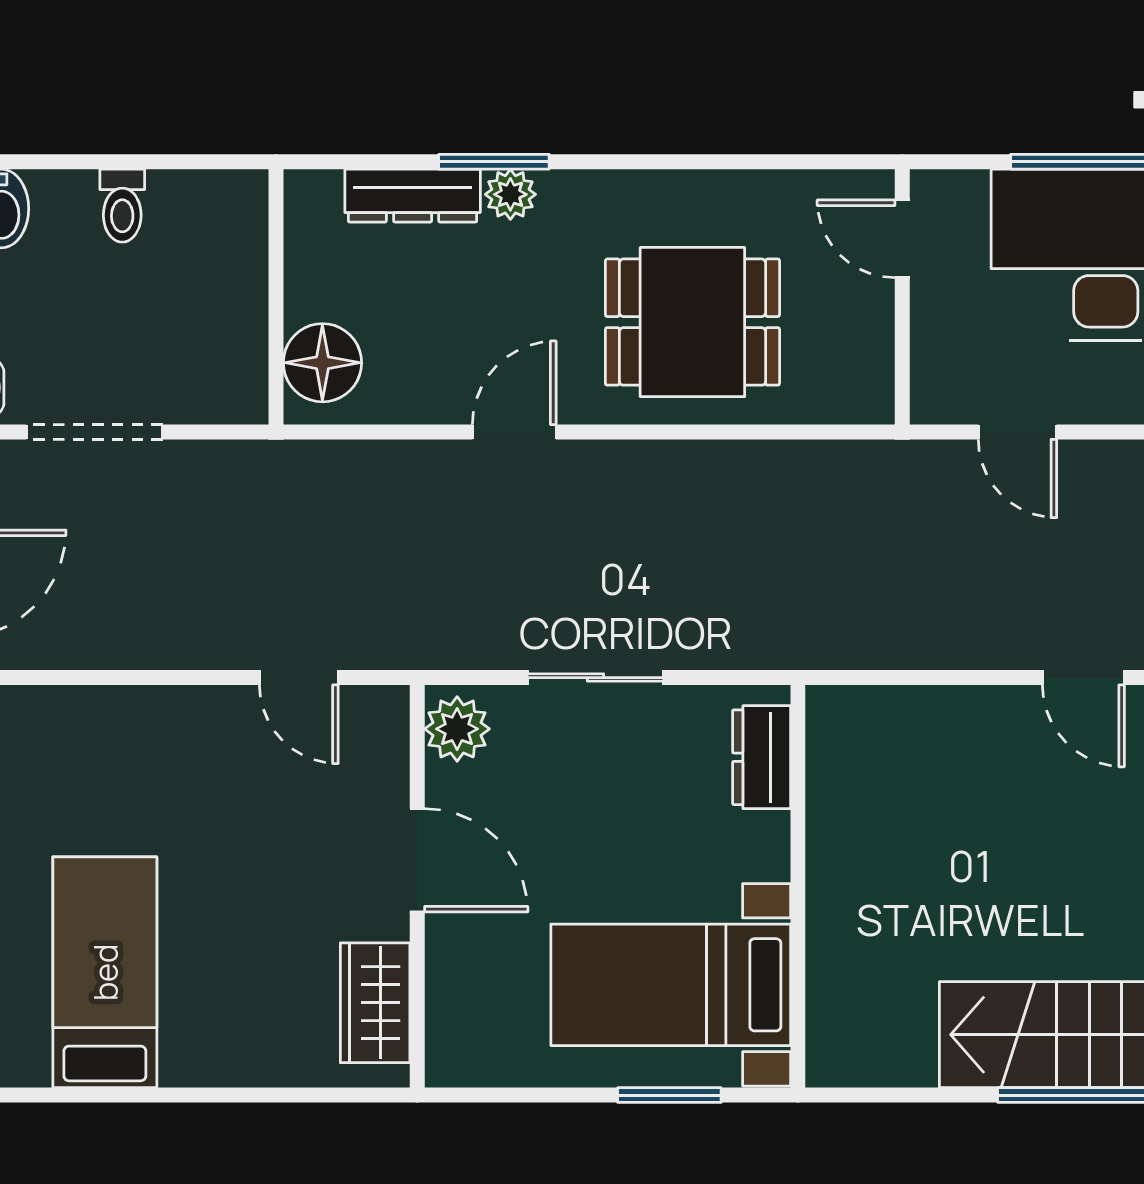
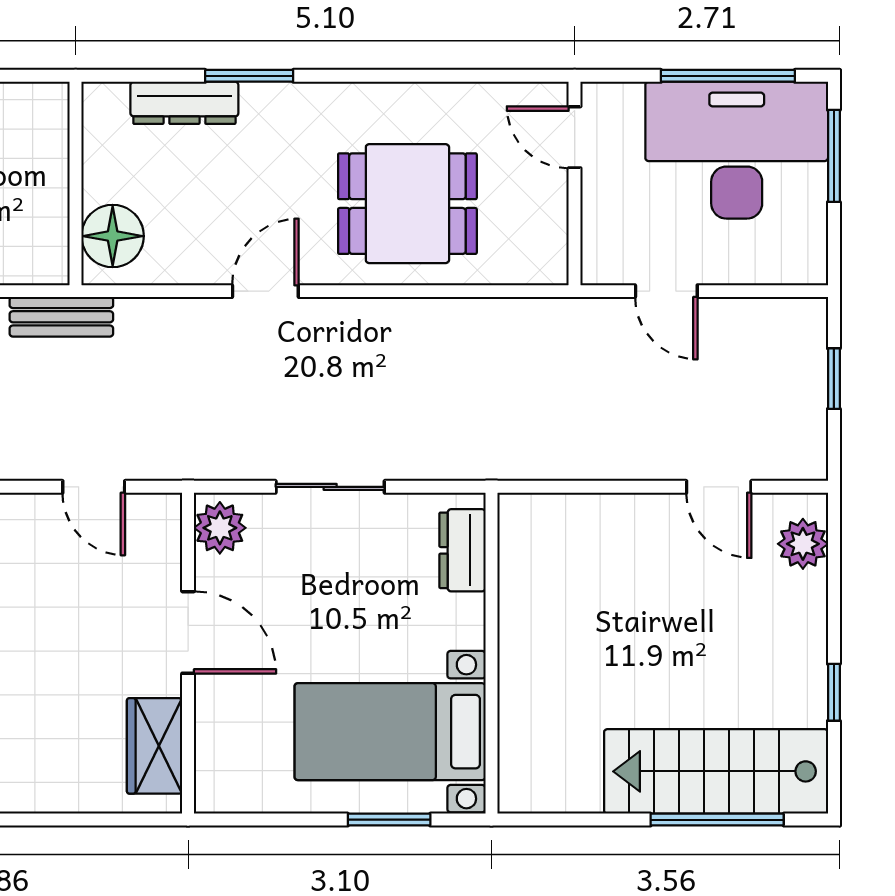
plant: (510, 194) -> (262, 102), removed
bench: (258, 464) -> (61, 317), added

